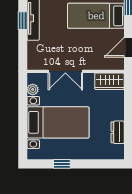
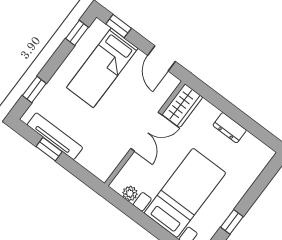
double door: (65, 71) -> (146, 132), moved
dresser: (118, 132) -> (230, 128), moved

